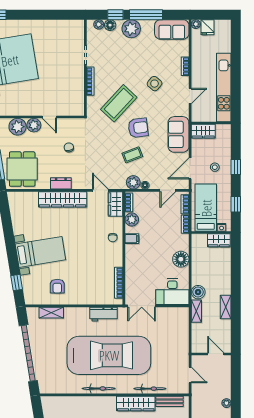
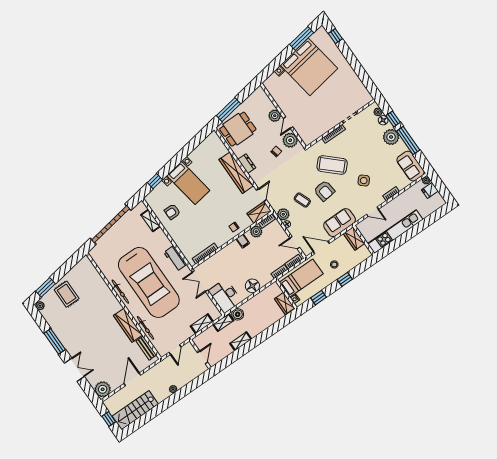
plant: (18, 127) -> (290, 140), moved
shelving: (183, 332) -> (202, 324), added

